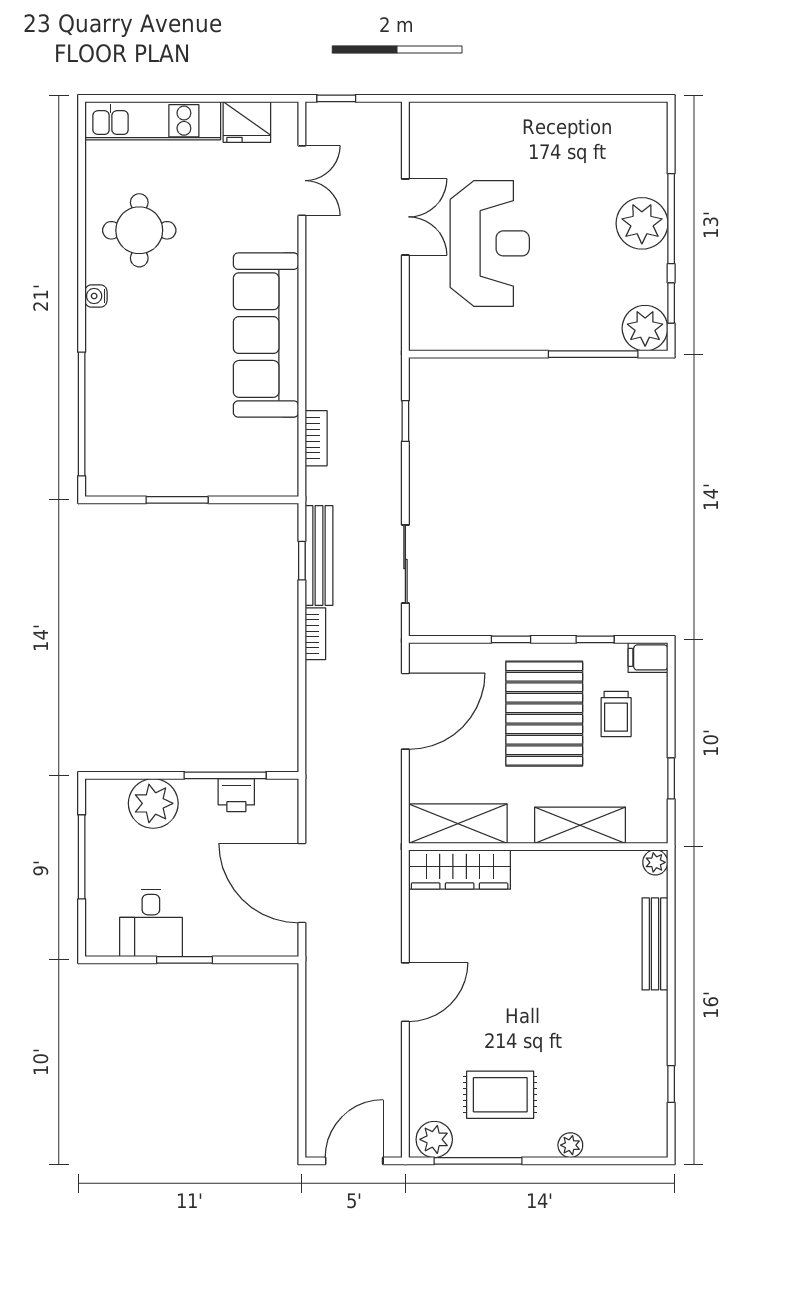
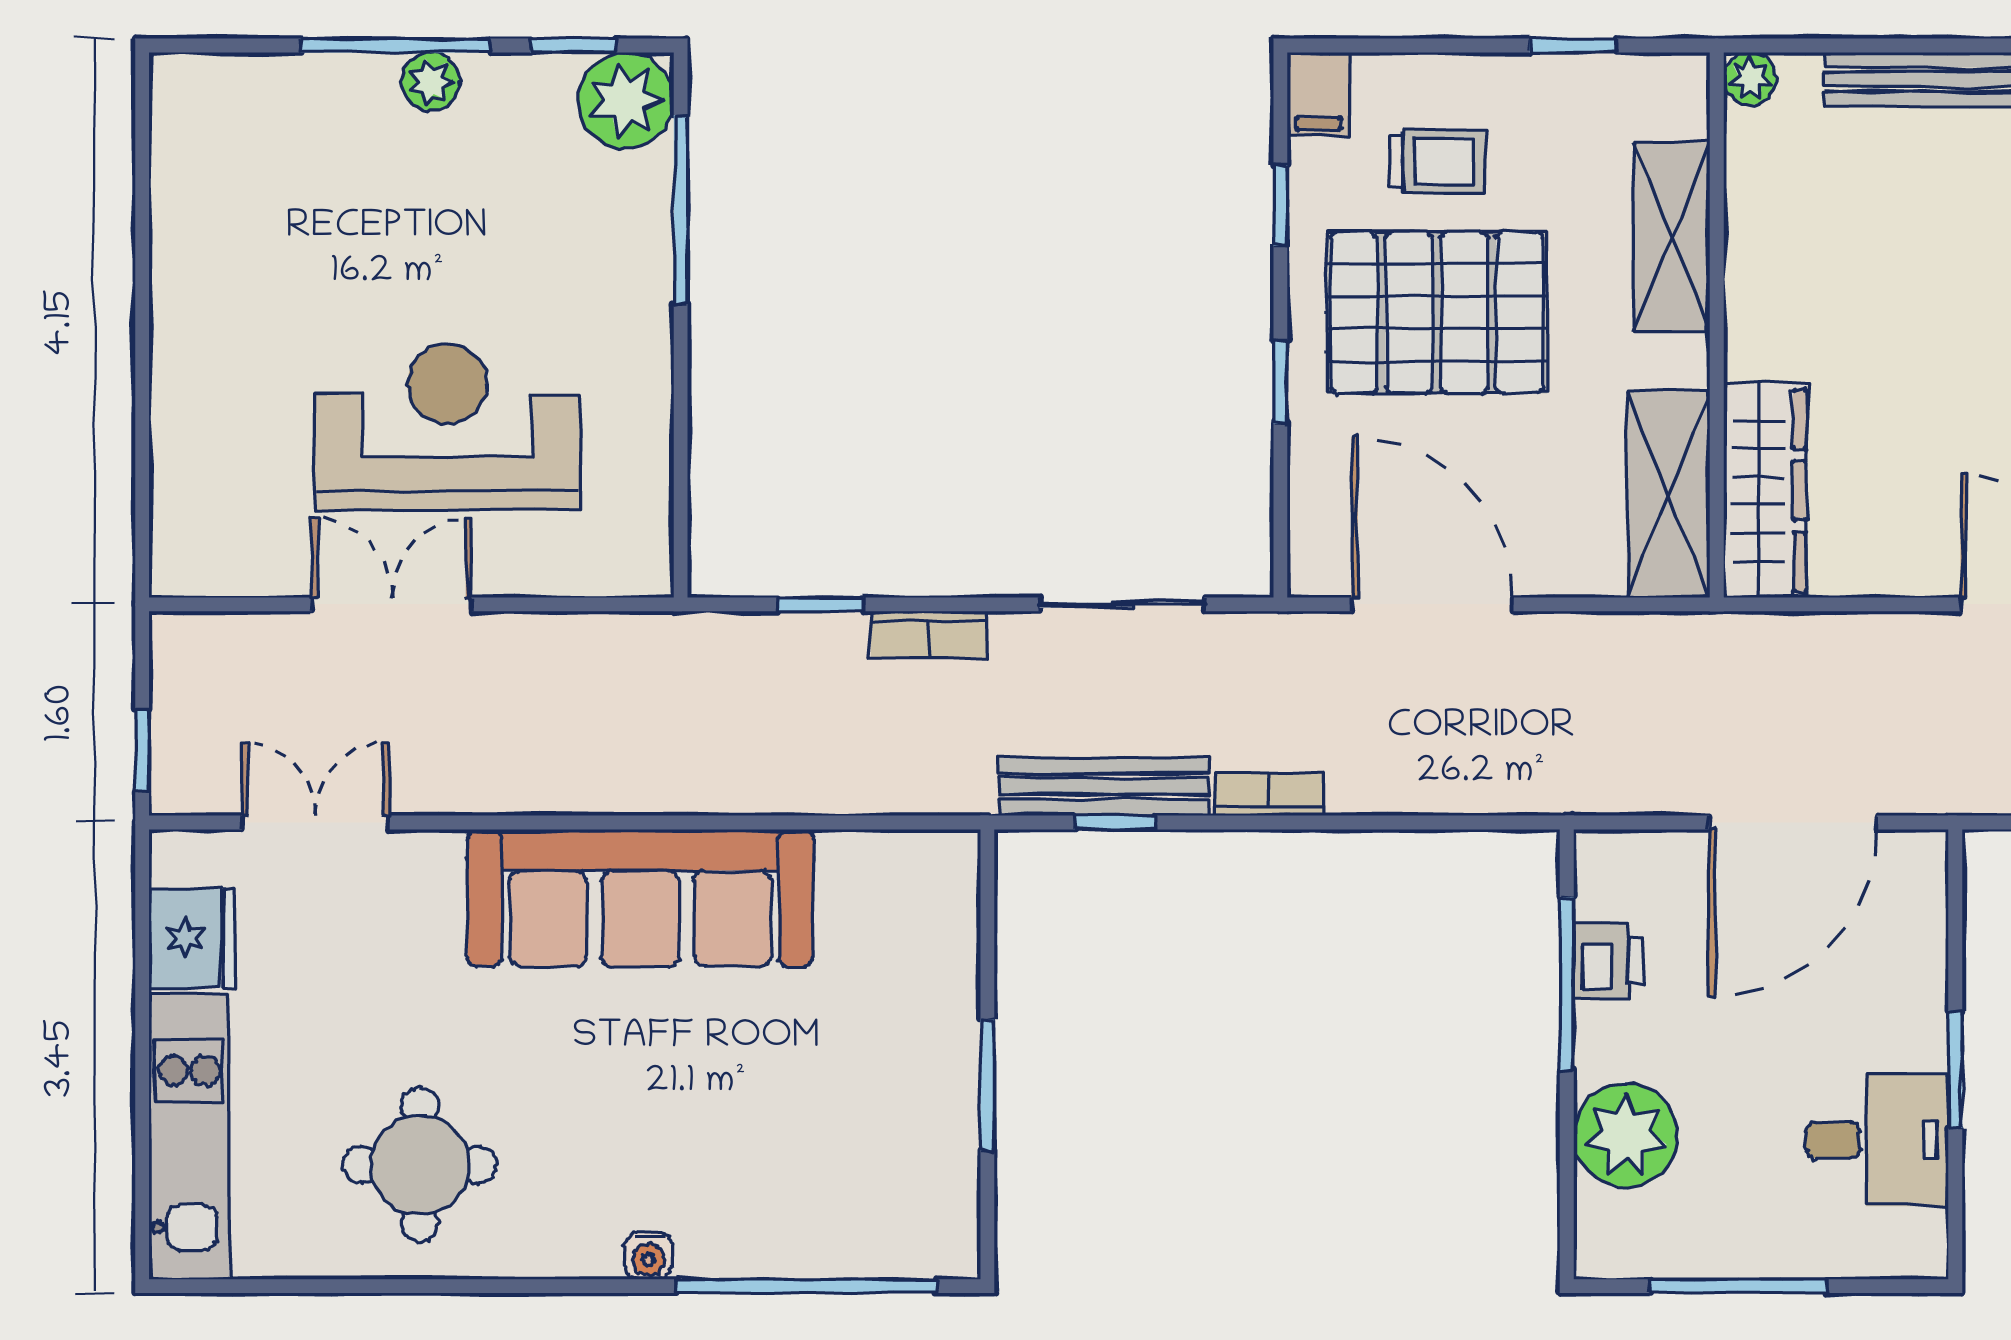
plant: (642, 223) -> (431, 81), width x0.53, depth x0.53
water cooler: (96, 296) -> (648, 1256), moved
bookcase: (316, 438) -> (929, 634), moved, turned 180

